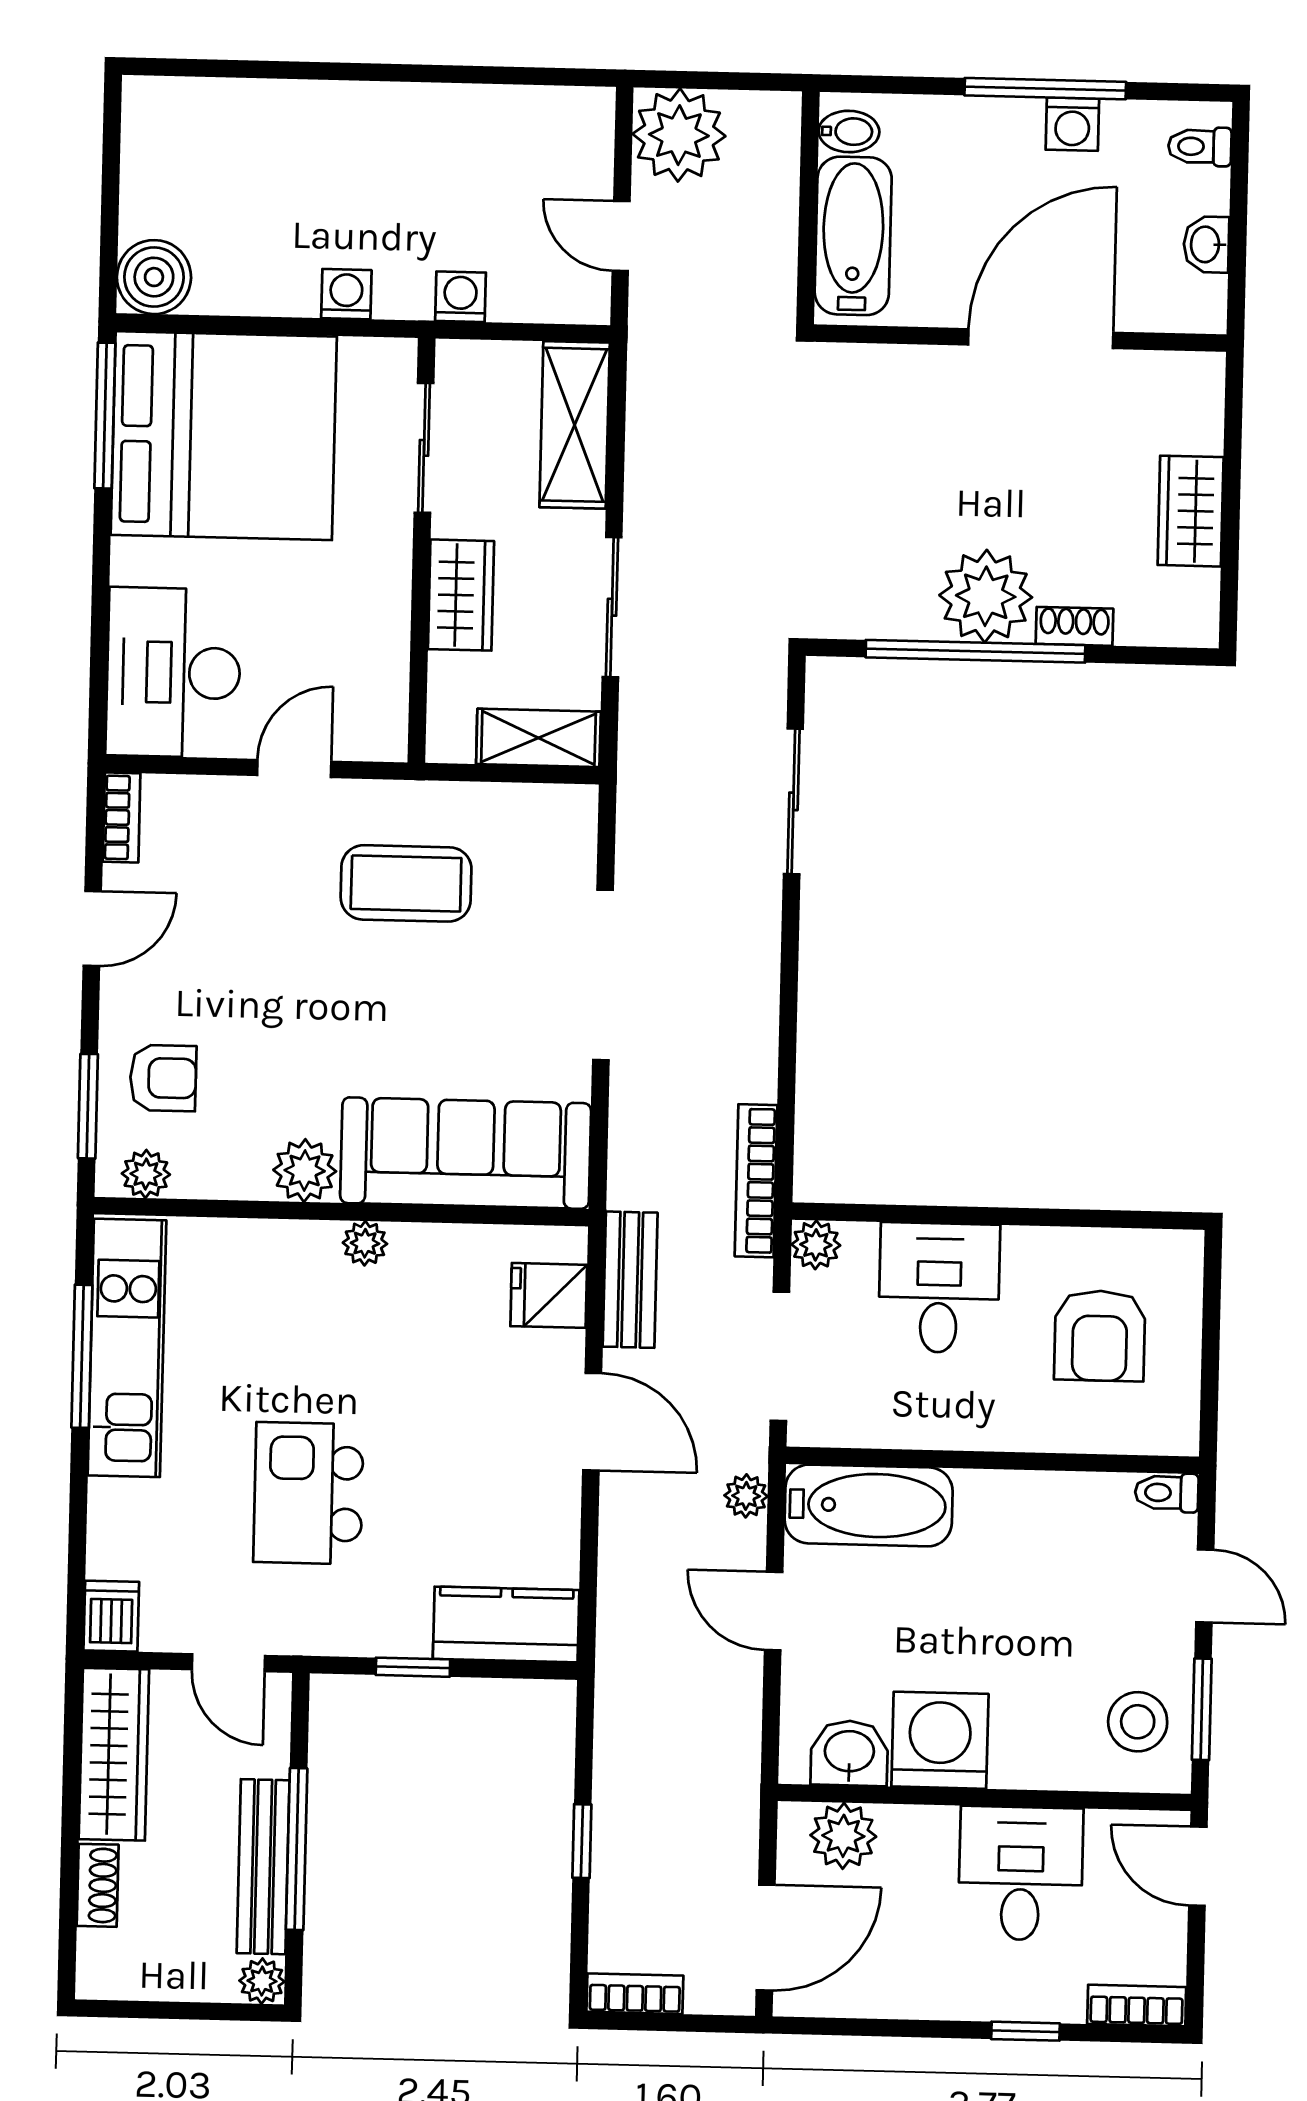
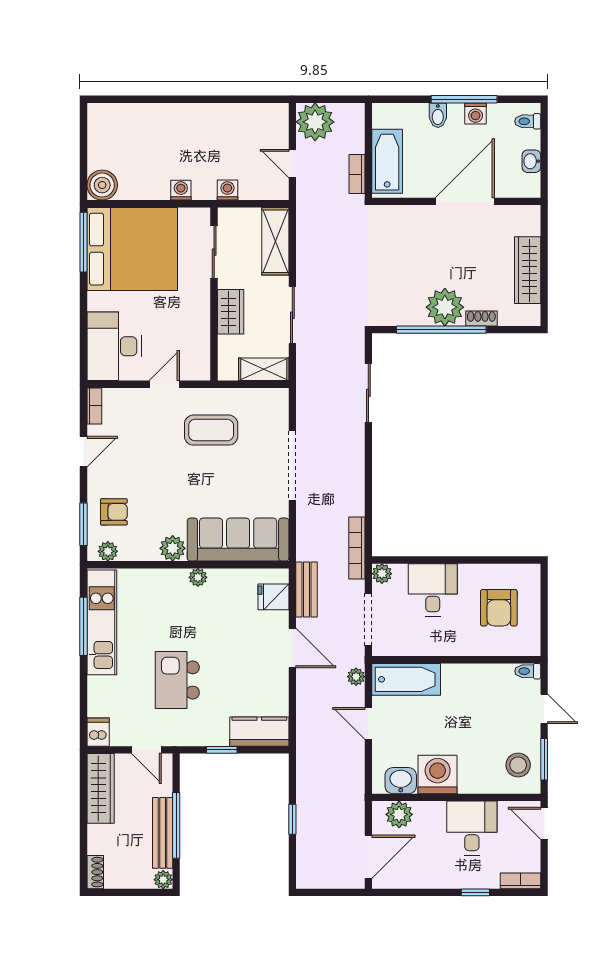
bidet: (849, 131) -> (438, 115), moved, turned 90
wardrobe: (1191, 511) -> (528, 270), width x1.50
shoe rack: (98, 1885) -> (95, 872), moved
bookcase: (635, 1994) -> (357, 174), moved, turned -90

